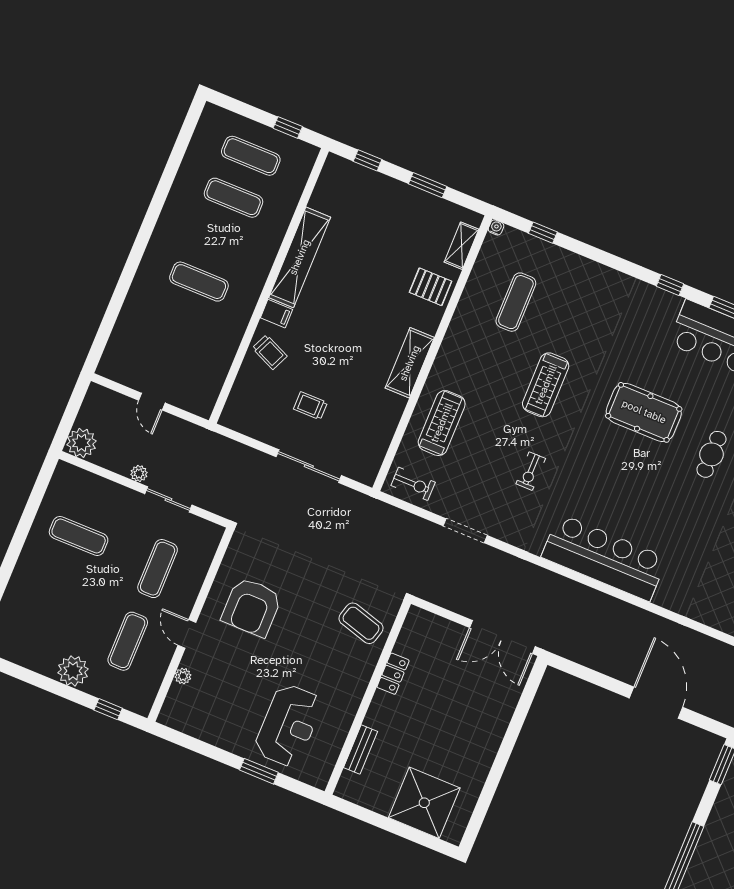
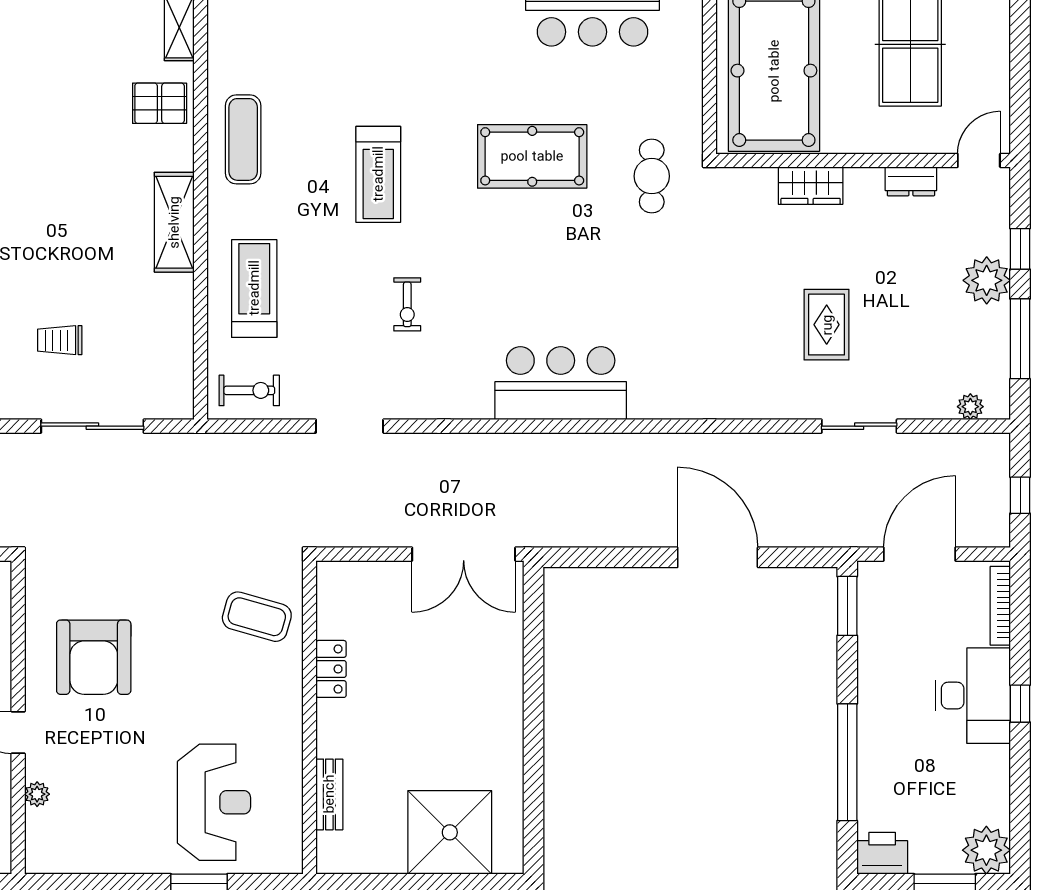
exercise mat: (516, 302) -> (243, 139), moved
bar counter: (604, 557) -> (561, 383), width x0.73

